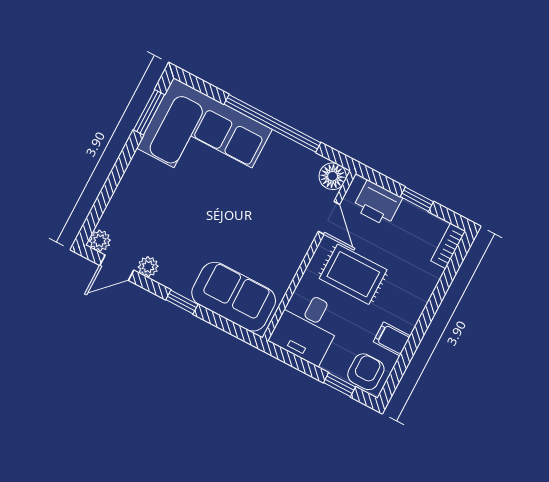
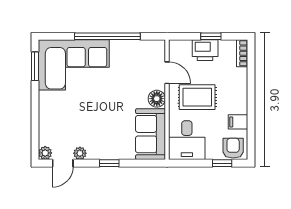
floor lamp: (333, 176) -> (157, 99), moved
printer: (377, 203) -> (205, 50), moved
sofa: (234, 297) -> (150, 134), moved, turned -90

